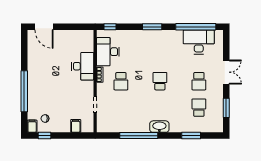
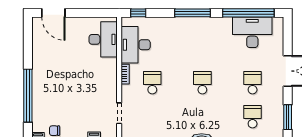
window: (152, 27) -> (192, 13), width x1.44
desk: (83, 66) -> (103, 39), moved
school desk: (121, 81) -> (152, 83), turned 180
school desk: (199, 81) -> (253, 83), turned 180

